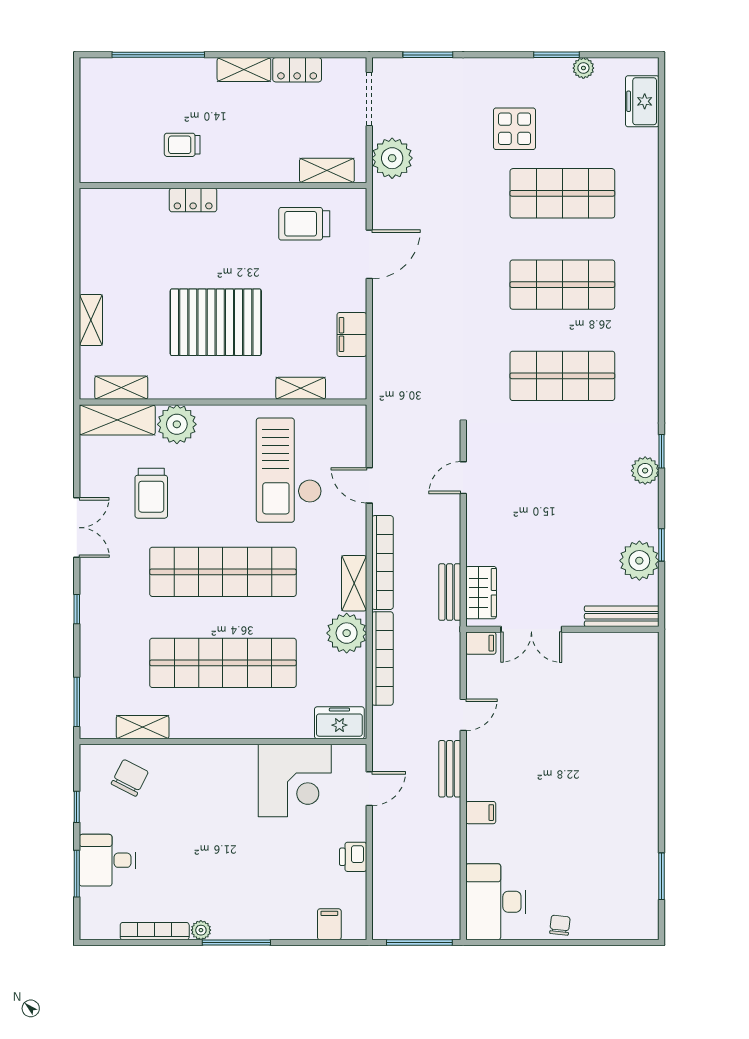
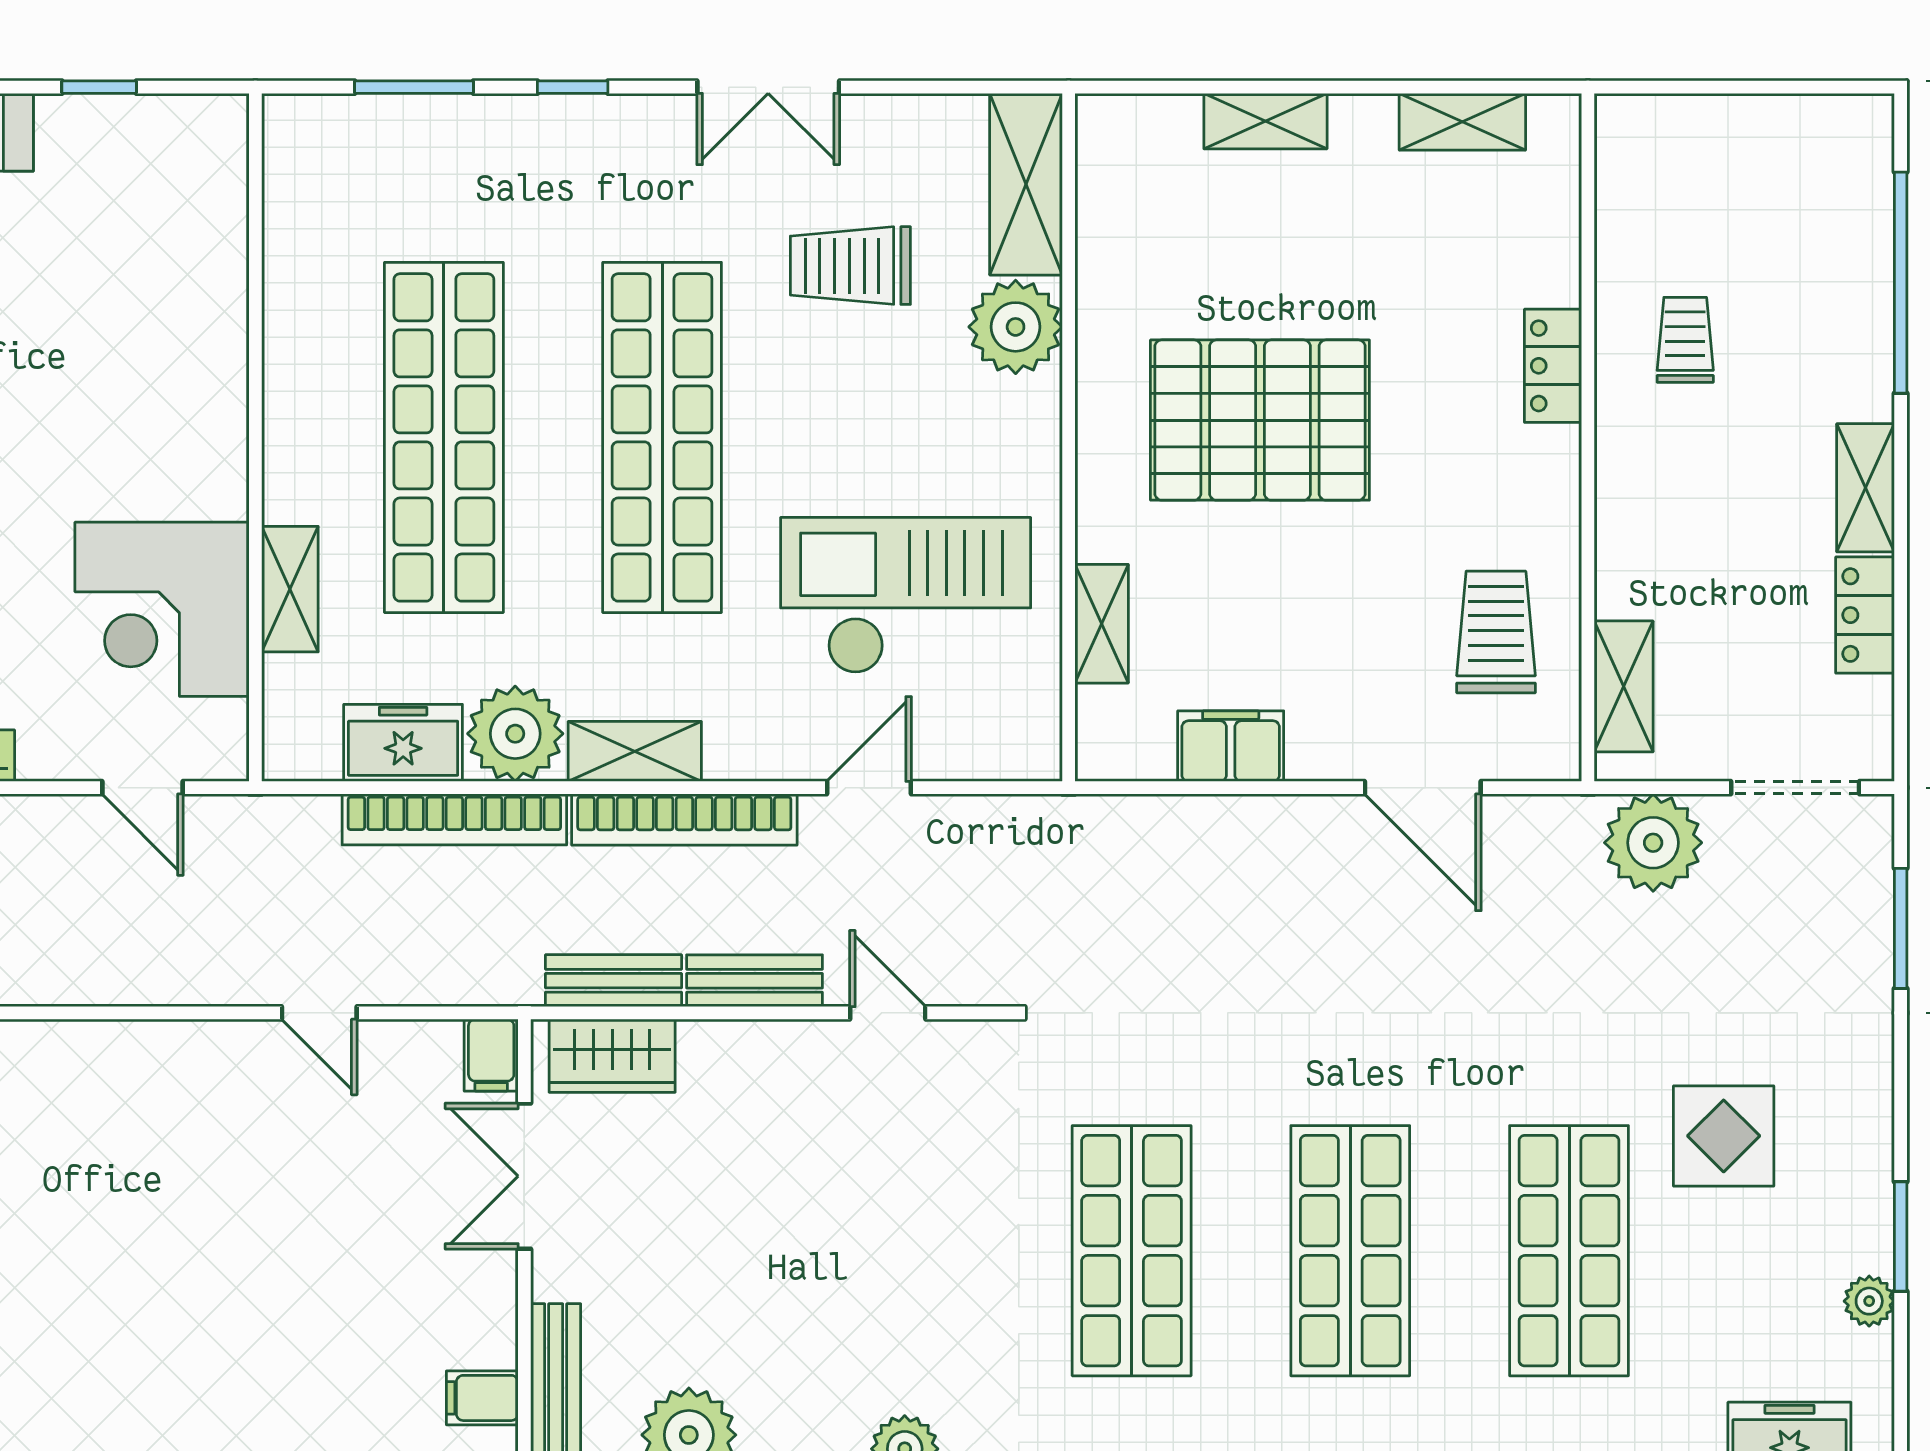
pallet: (216, 322) -> (1260, 420), turned 90
shelving: (121, 388) -> (1462, 122), moved, turned 90
window: (77, 702) -> (414, 87), moved
freezer: (339, 723) -> (403, 743), moved, turned -90
shelving: (143, 727) -> (290, 589), moved
bench: (450, 769) -> (755, 981), moved
chair: (130, 778) -> (168, 214), removed
filing cabinet: (481, 813) -> (482, 1398), moved, turned 90

